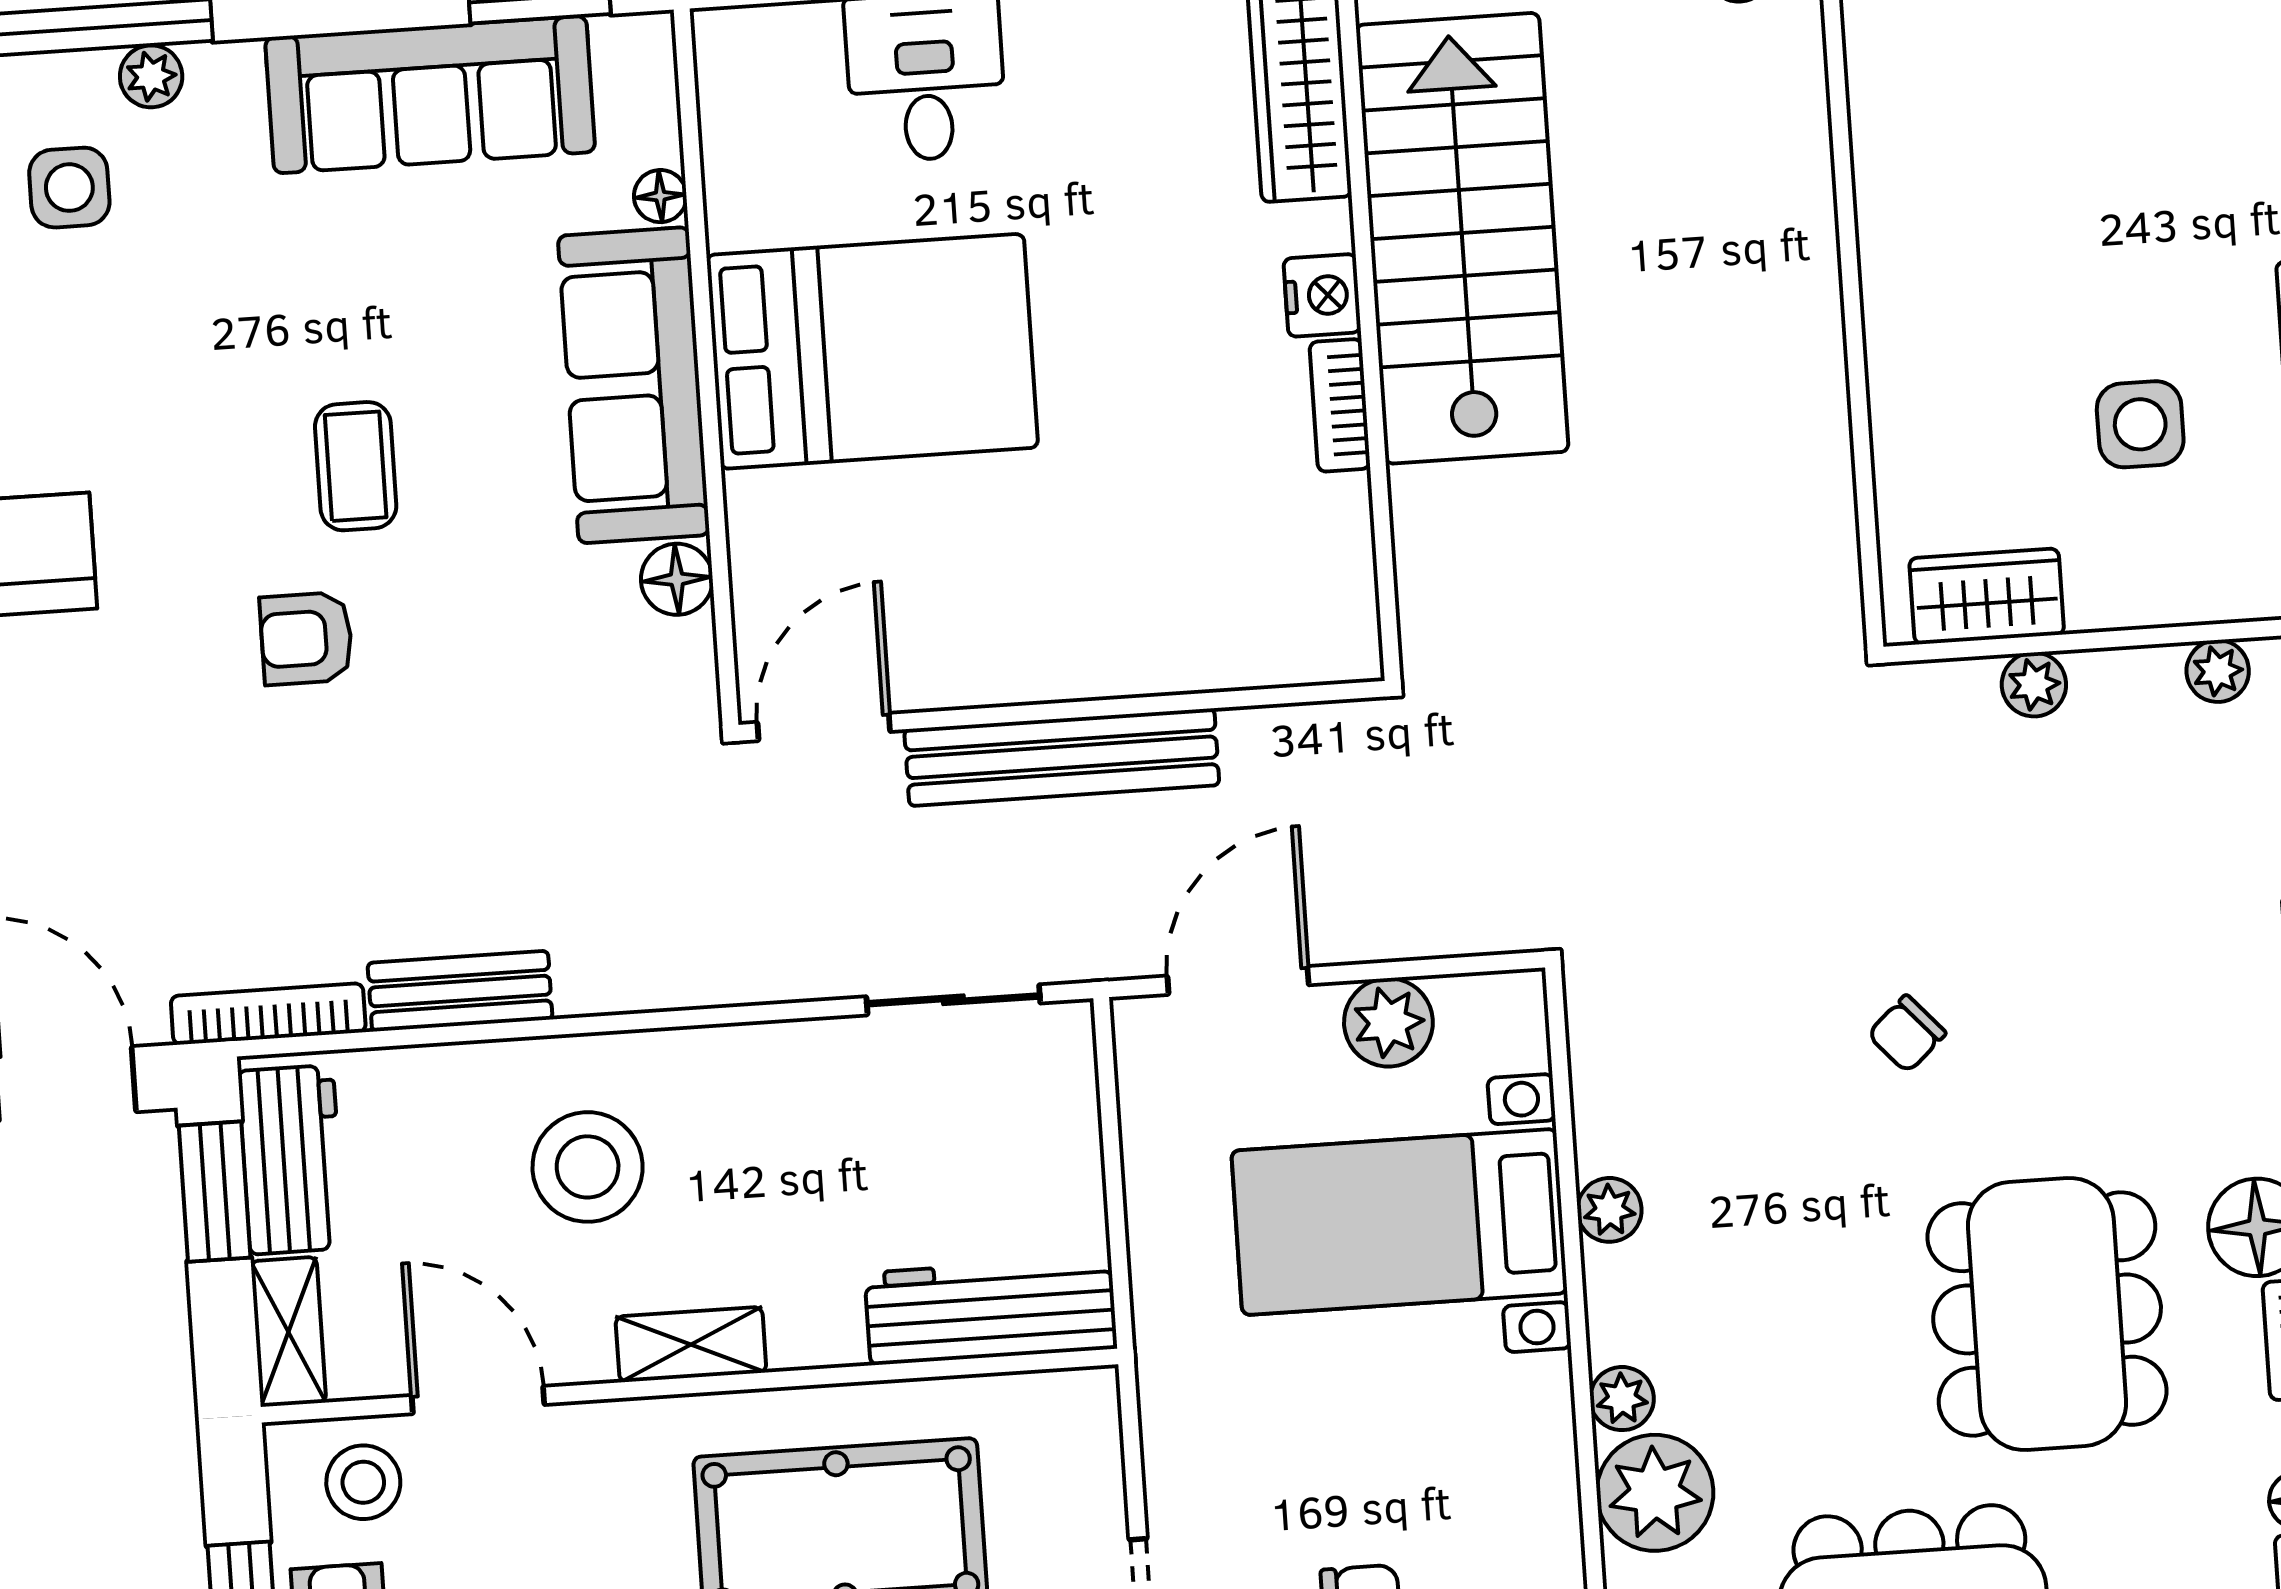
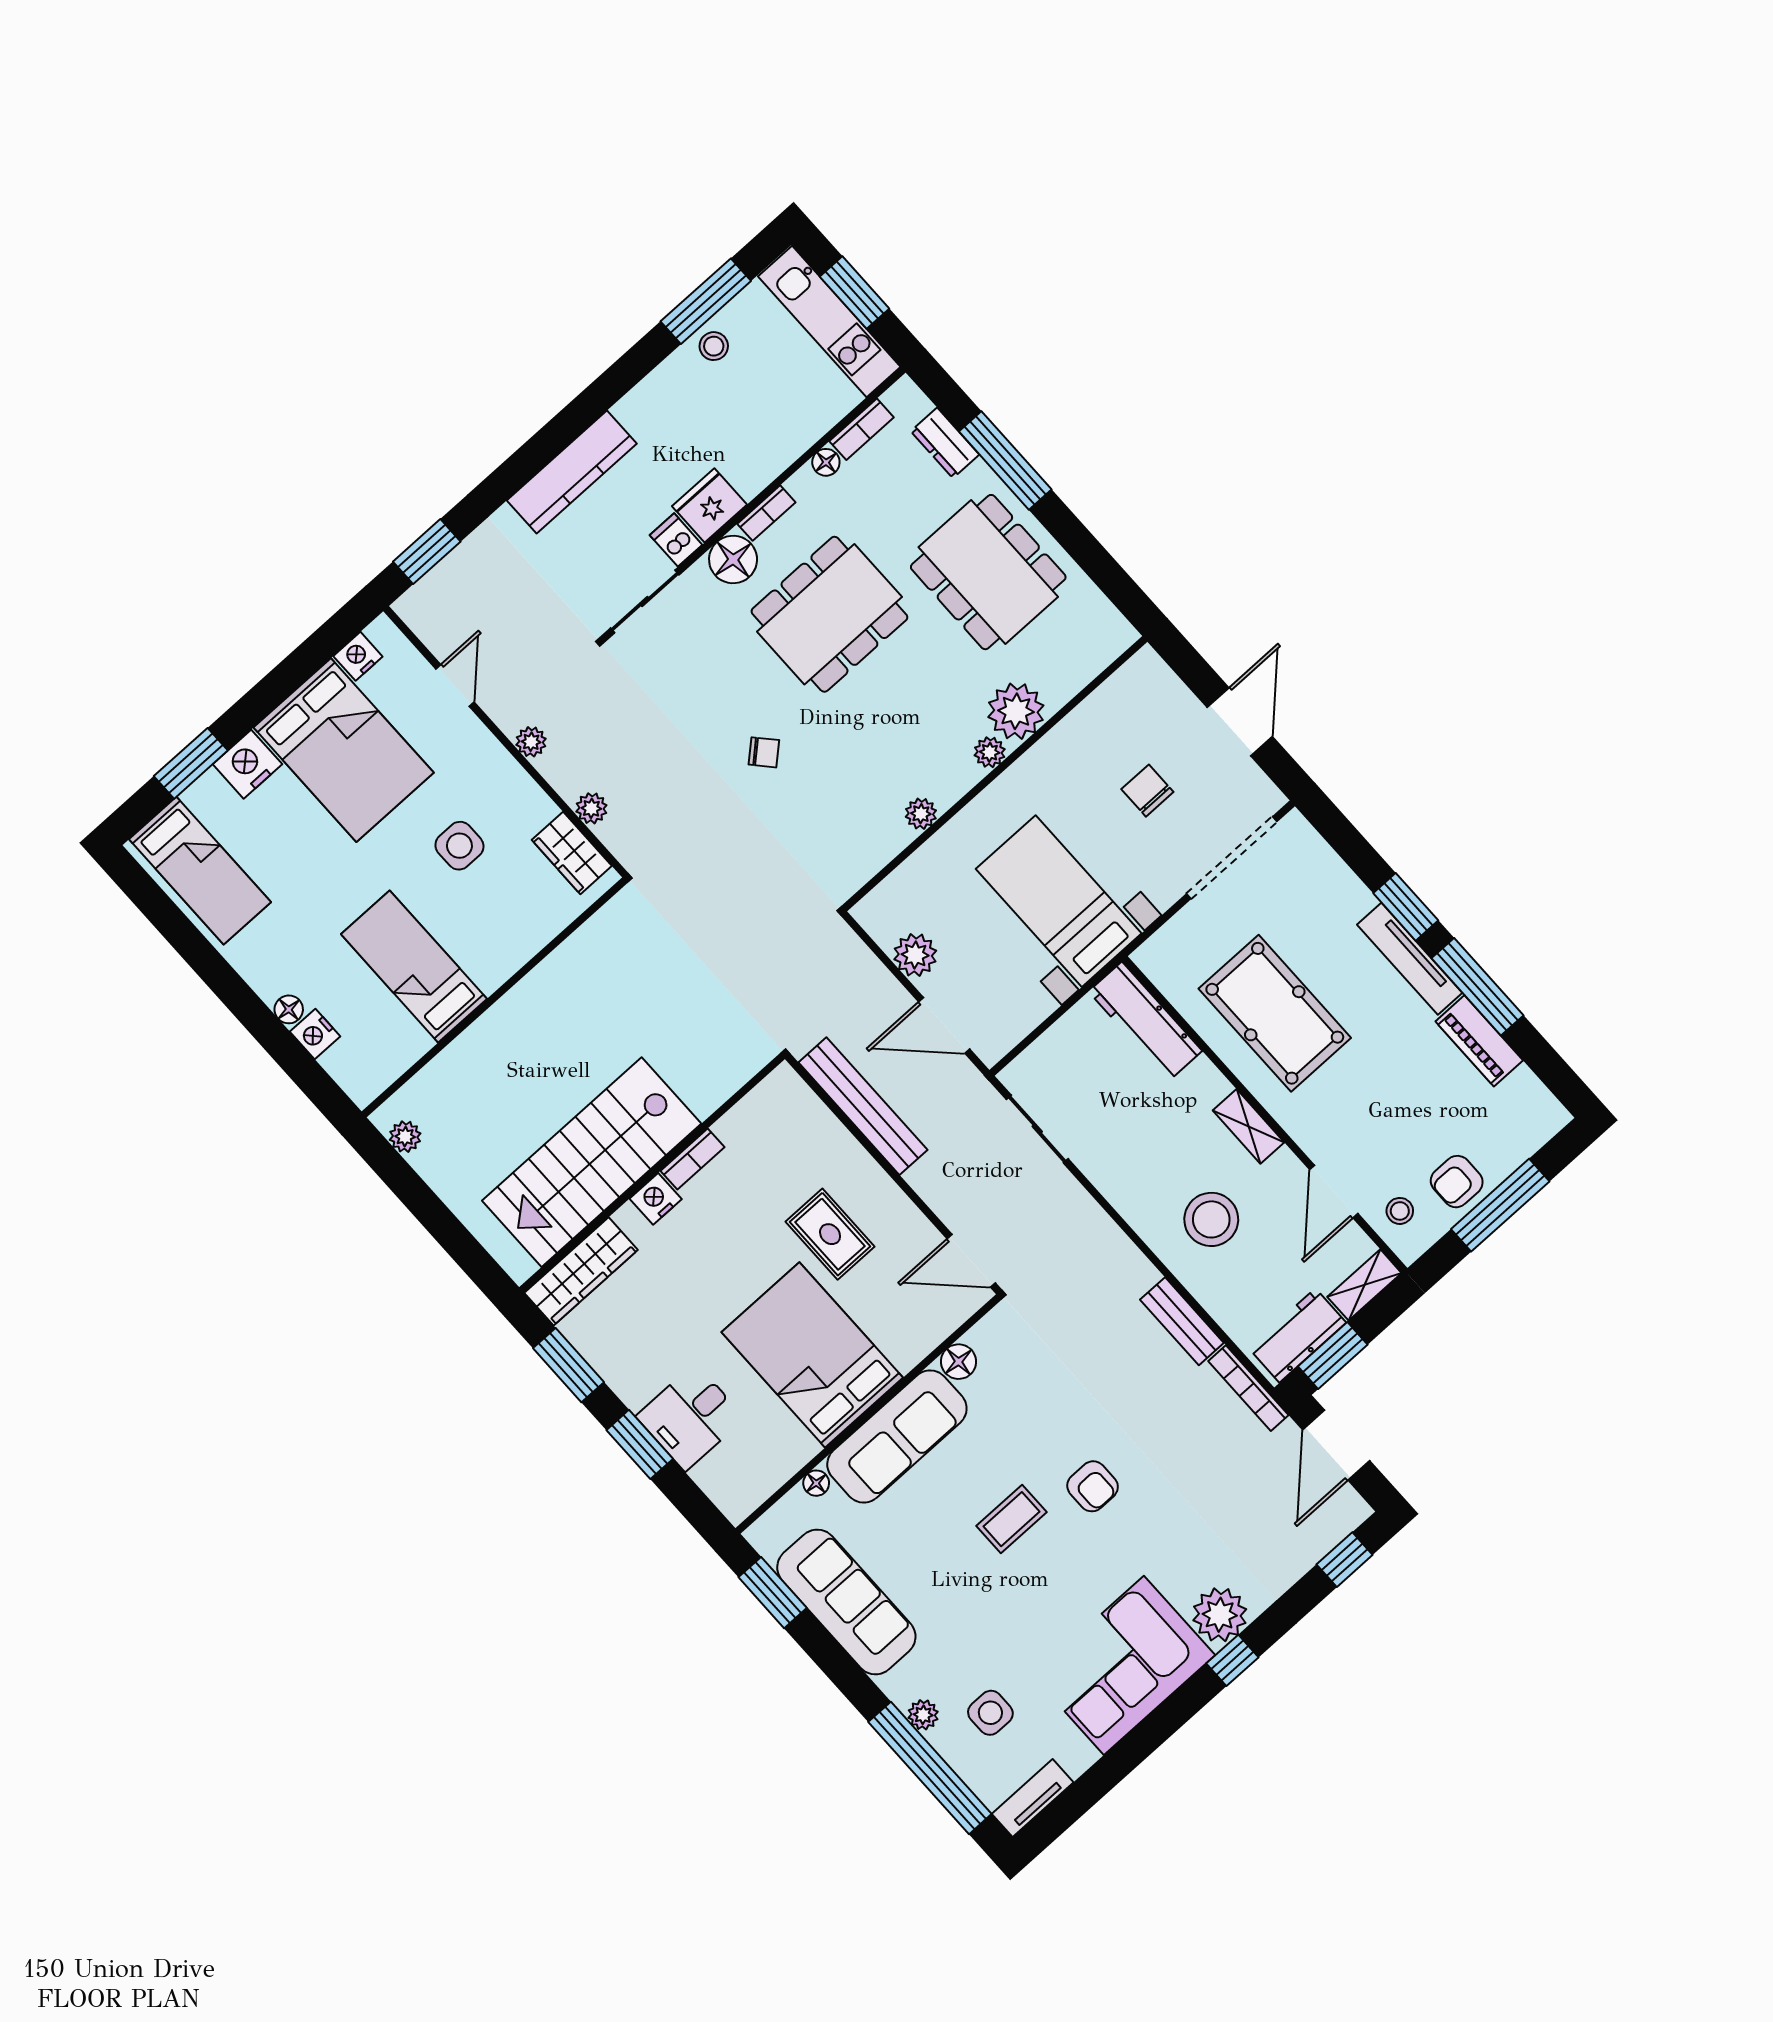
bed: (2002, 198) -> (414, 966), added
rug: (1045, 533) -> (830, 1234), added
bench: (1062, 757) -> (863, 1106), moved
bed with nightstands: (1399, 1222) -> (1059, 901), moved, turned 180
stool: (363, 1482) -> (1400, 1211), width x0.73, depth x0.73

